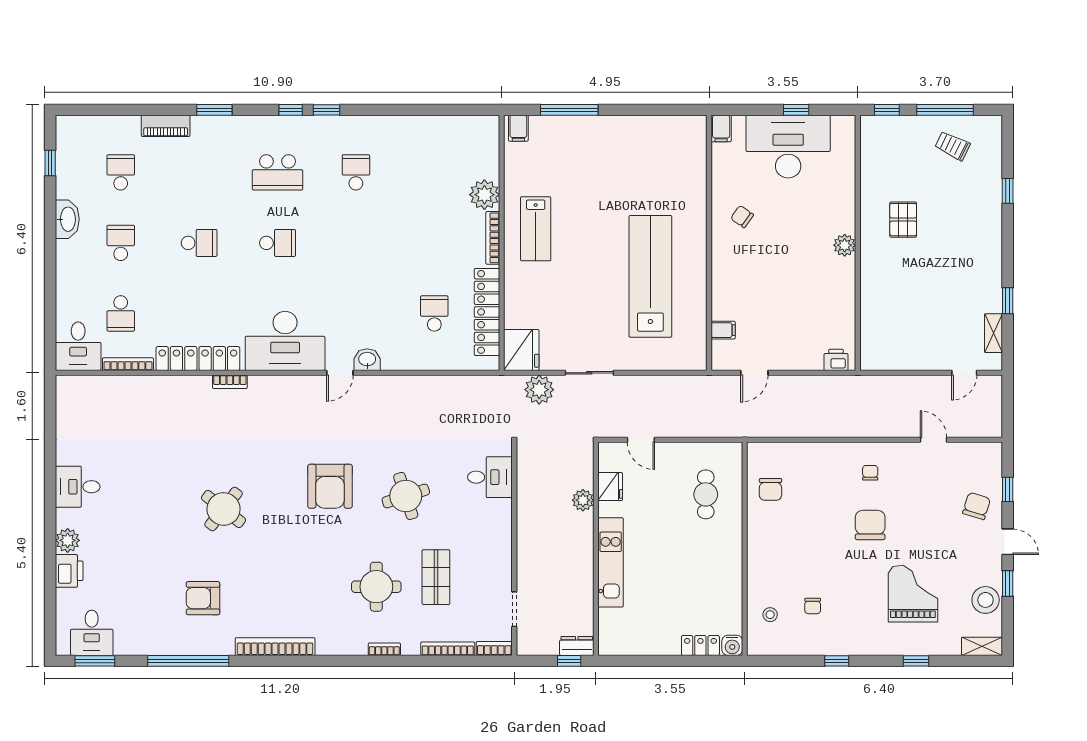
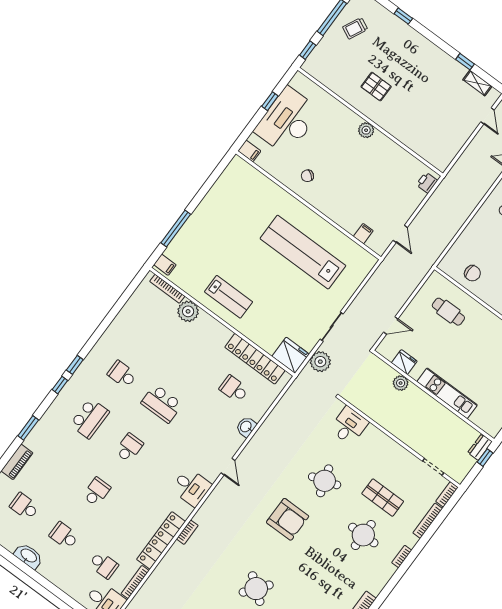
bookcase: (493, 238) -> (167, 289), moved
school desk: (356, 243) -> (162, 404), added
desk: (285, 341) -> (191, 487), width x0.53, depth x0.77
washbasin: (367, 360) -> (246, 427), moved

